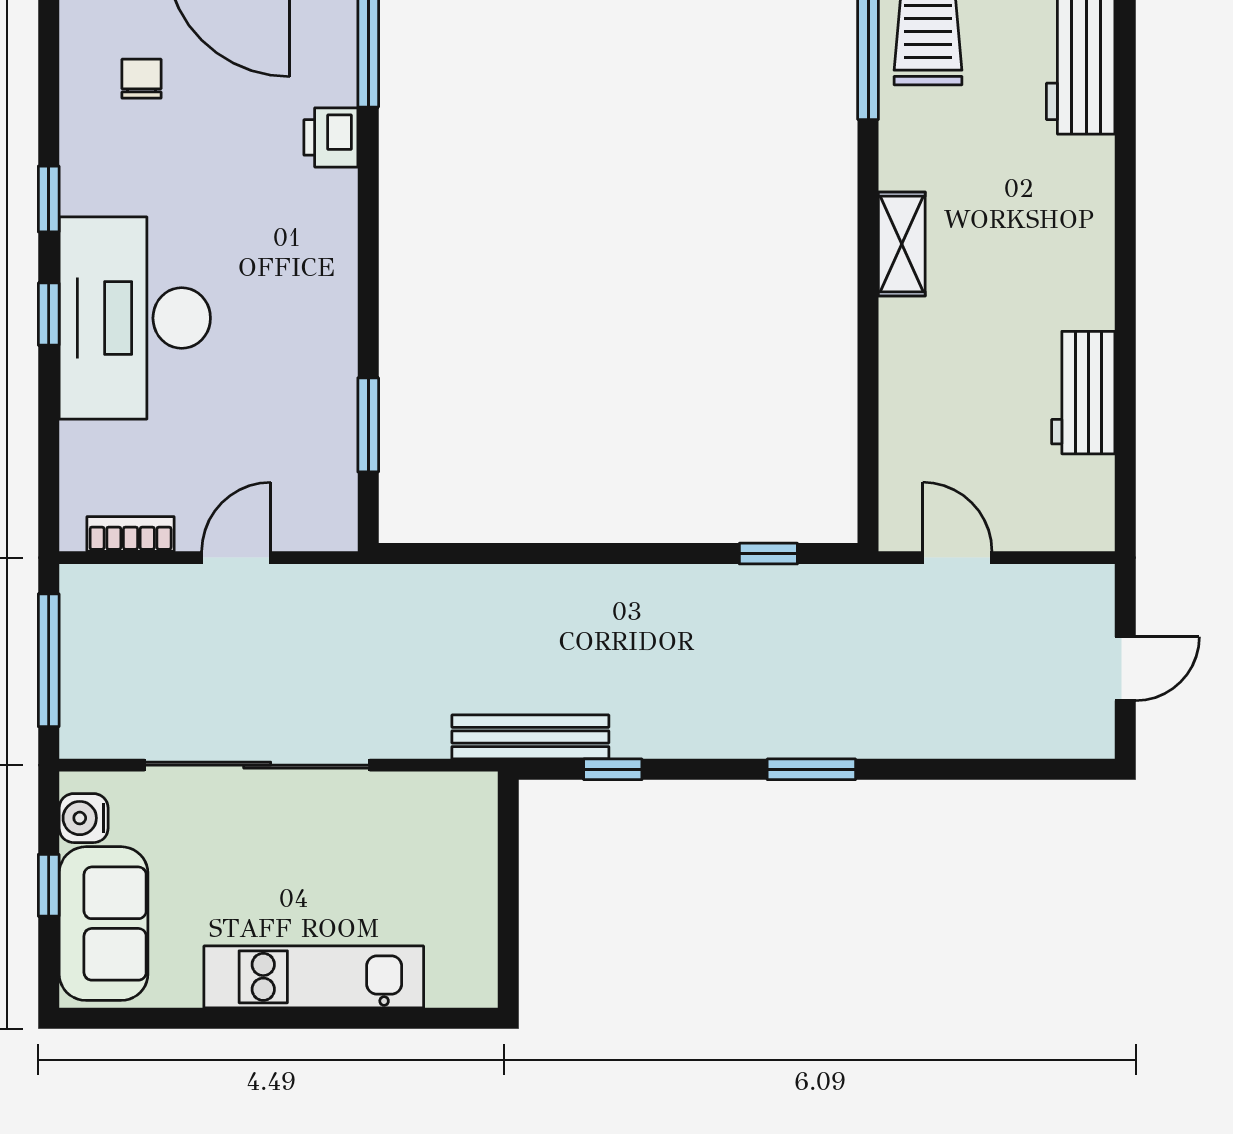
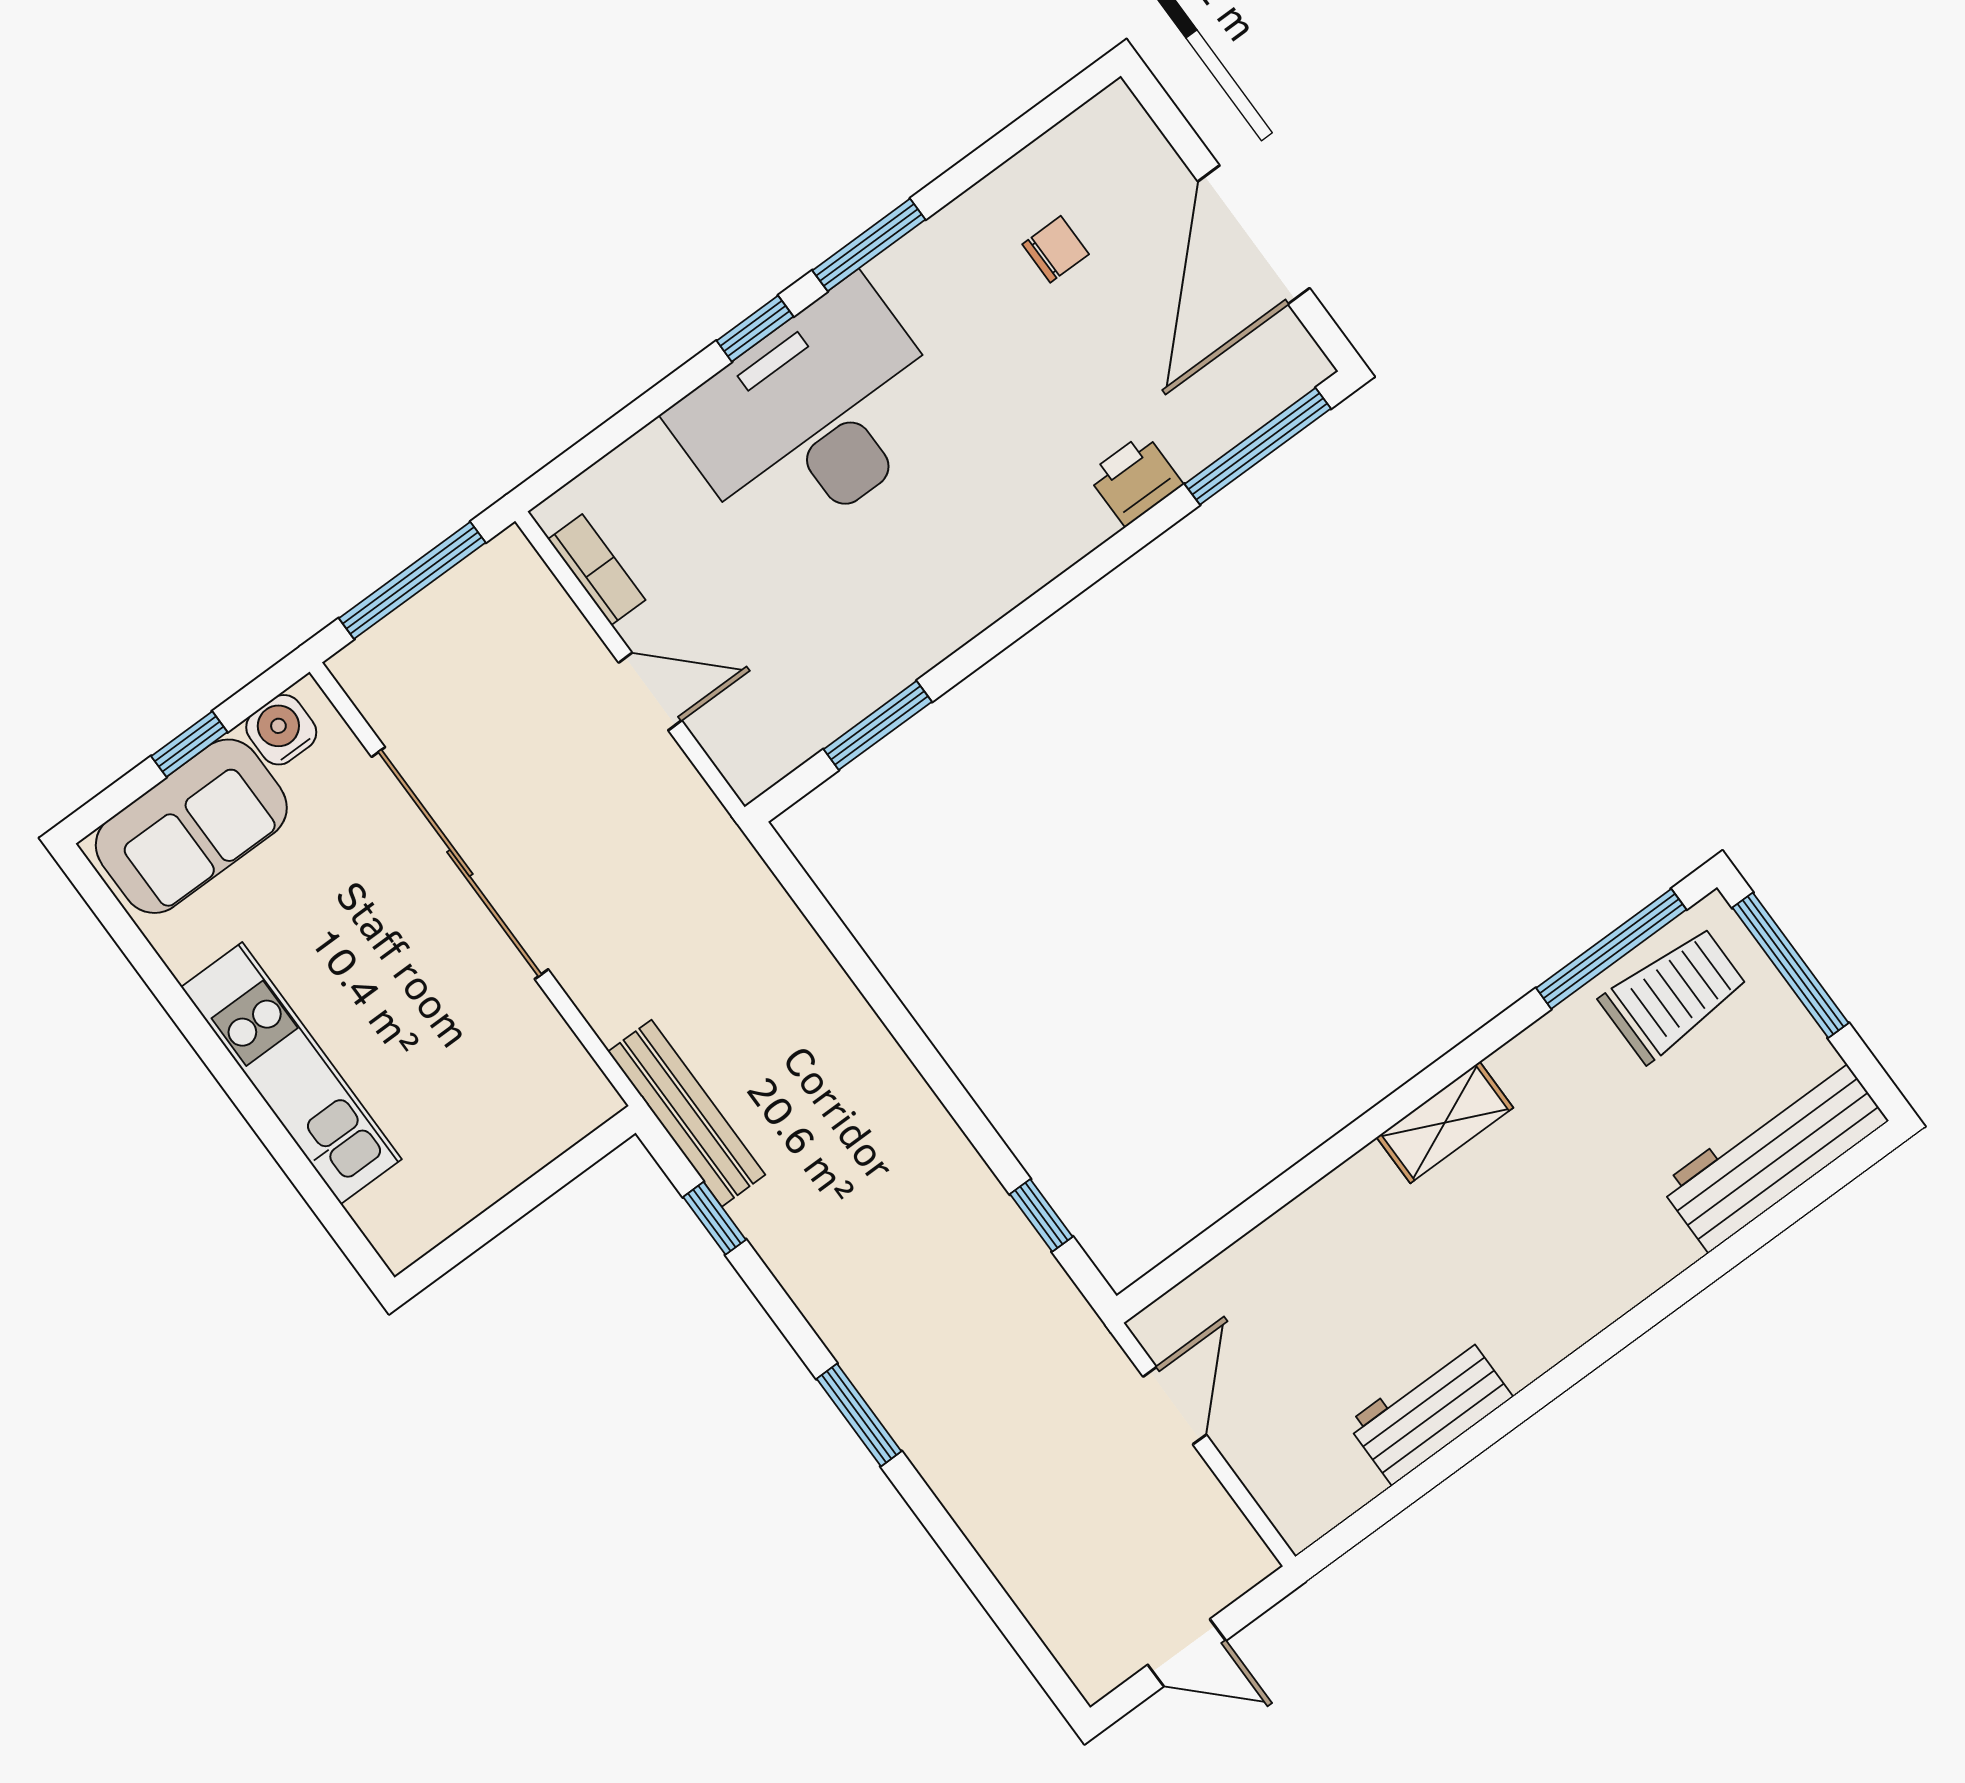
window: (49, 199) -> (869, 245), width x1.50

